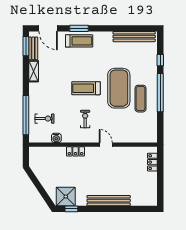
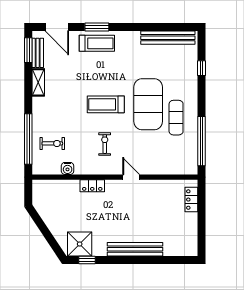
window: (160, 93) -> (202, 141), moved

